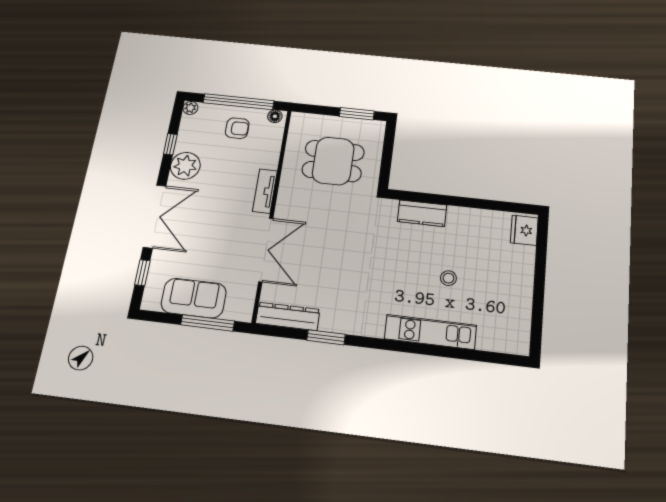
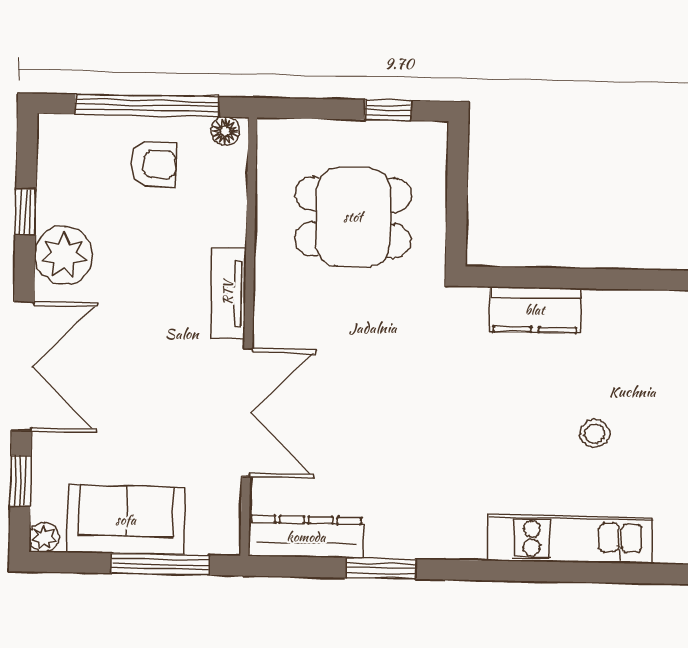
plant: (190, 108) -> (44, 537), moved
window: (357, 114) -> (388, 110), width x0.67

